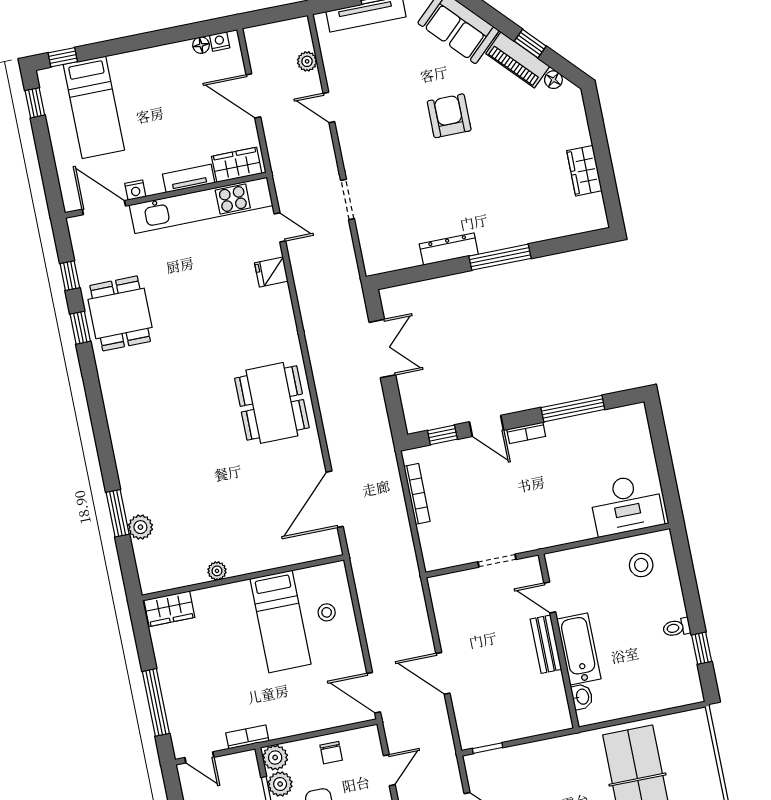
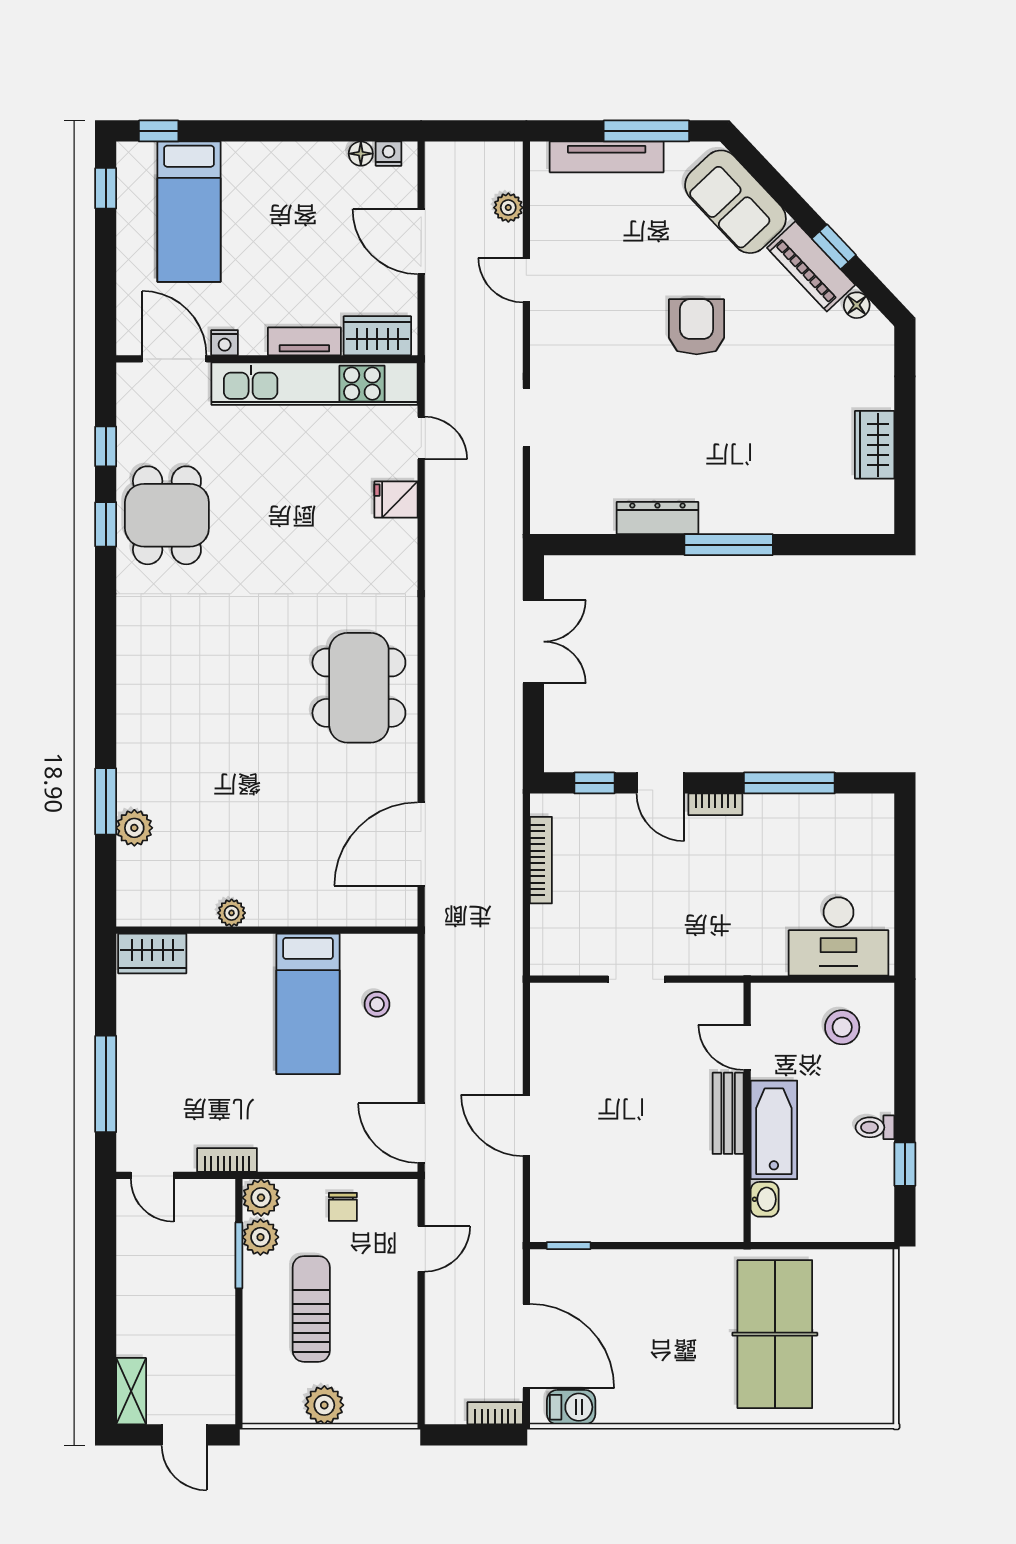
door: (550, 597) -> (747, 1047), moved
wall: (559, 641) -> (747, 1112), moved
bench: (546, 644) -> (728, 1113), moved
bathtub: (579, 649) -> (774, 1130), moved
washbasin: (582, 697) -> (765, 1199), moved

